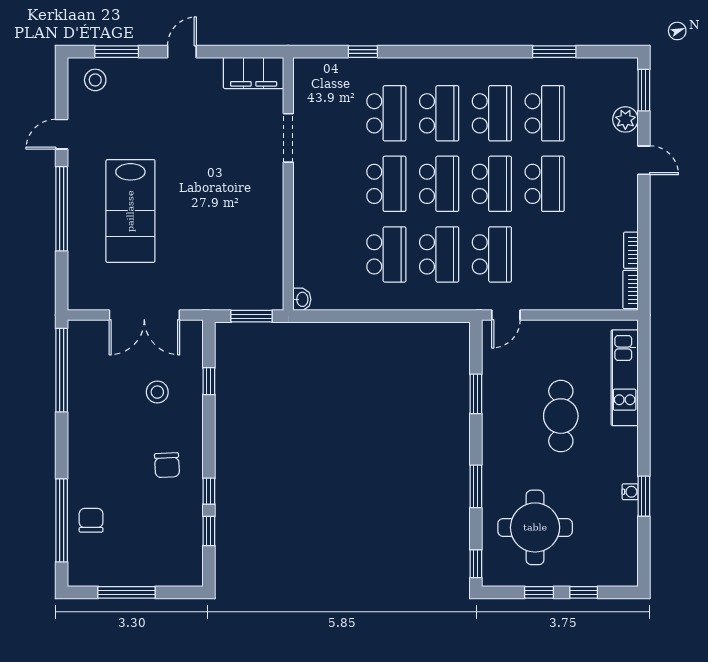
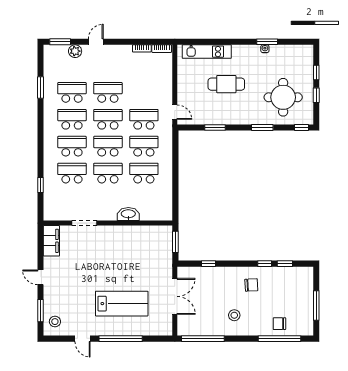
washbasin: (302, 299) -> (128, 214), moved, width x1.91, depth x1.45
stool: (157, 392) -> (234, 315), moved

